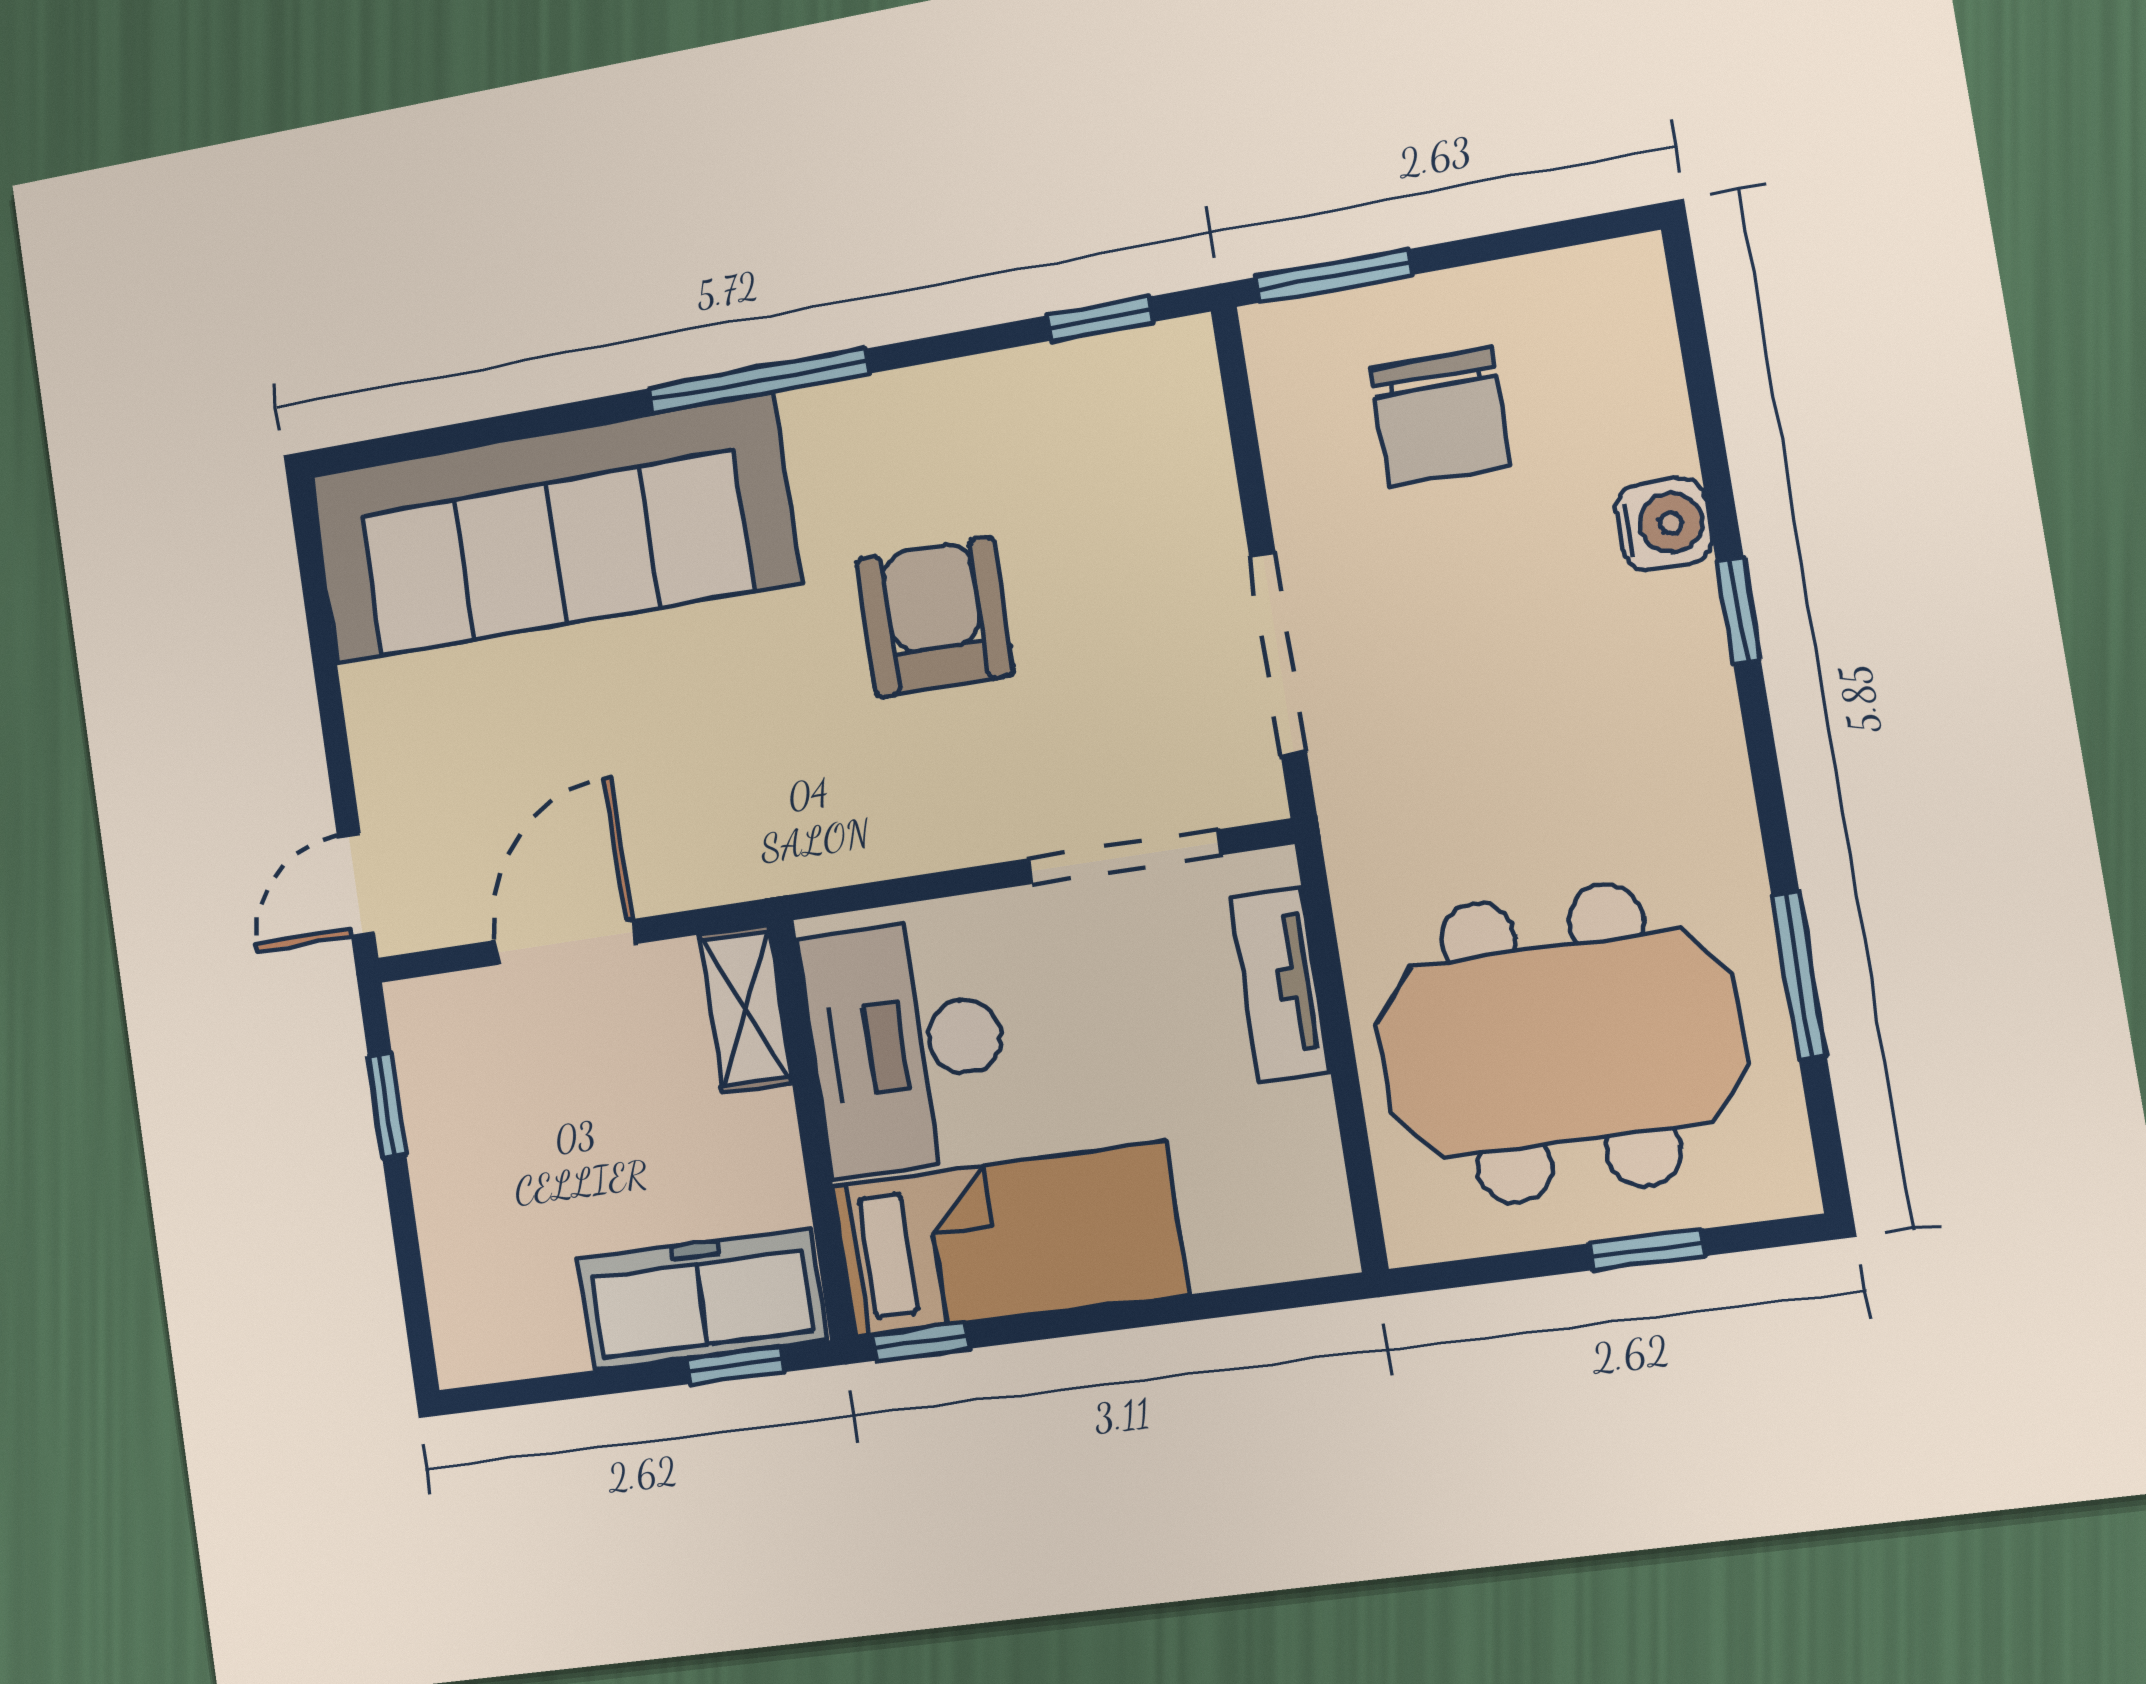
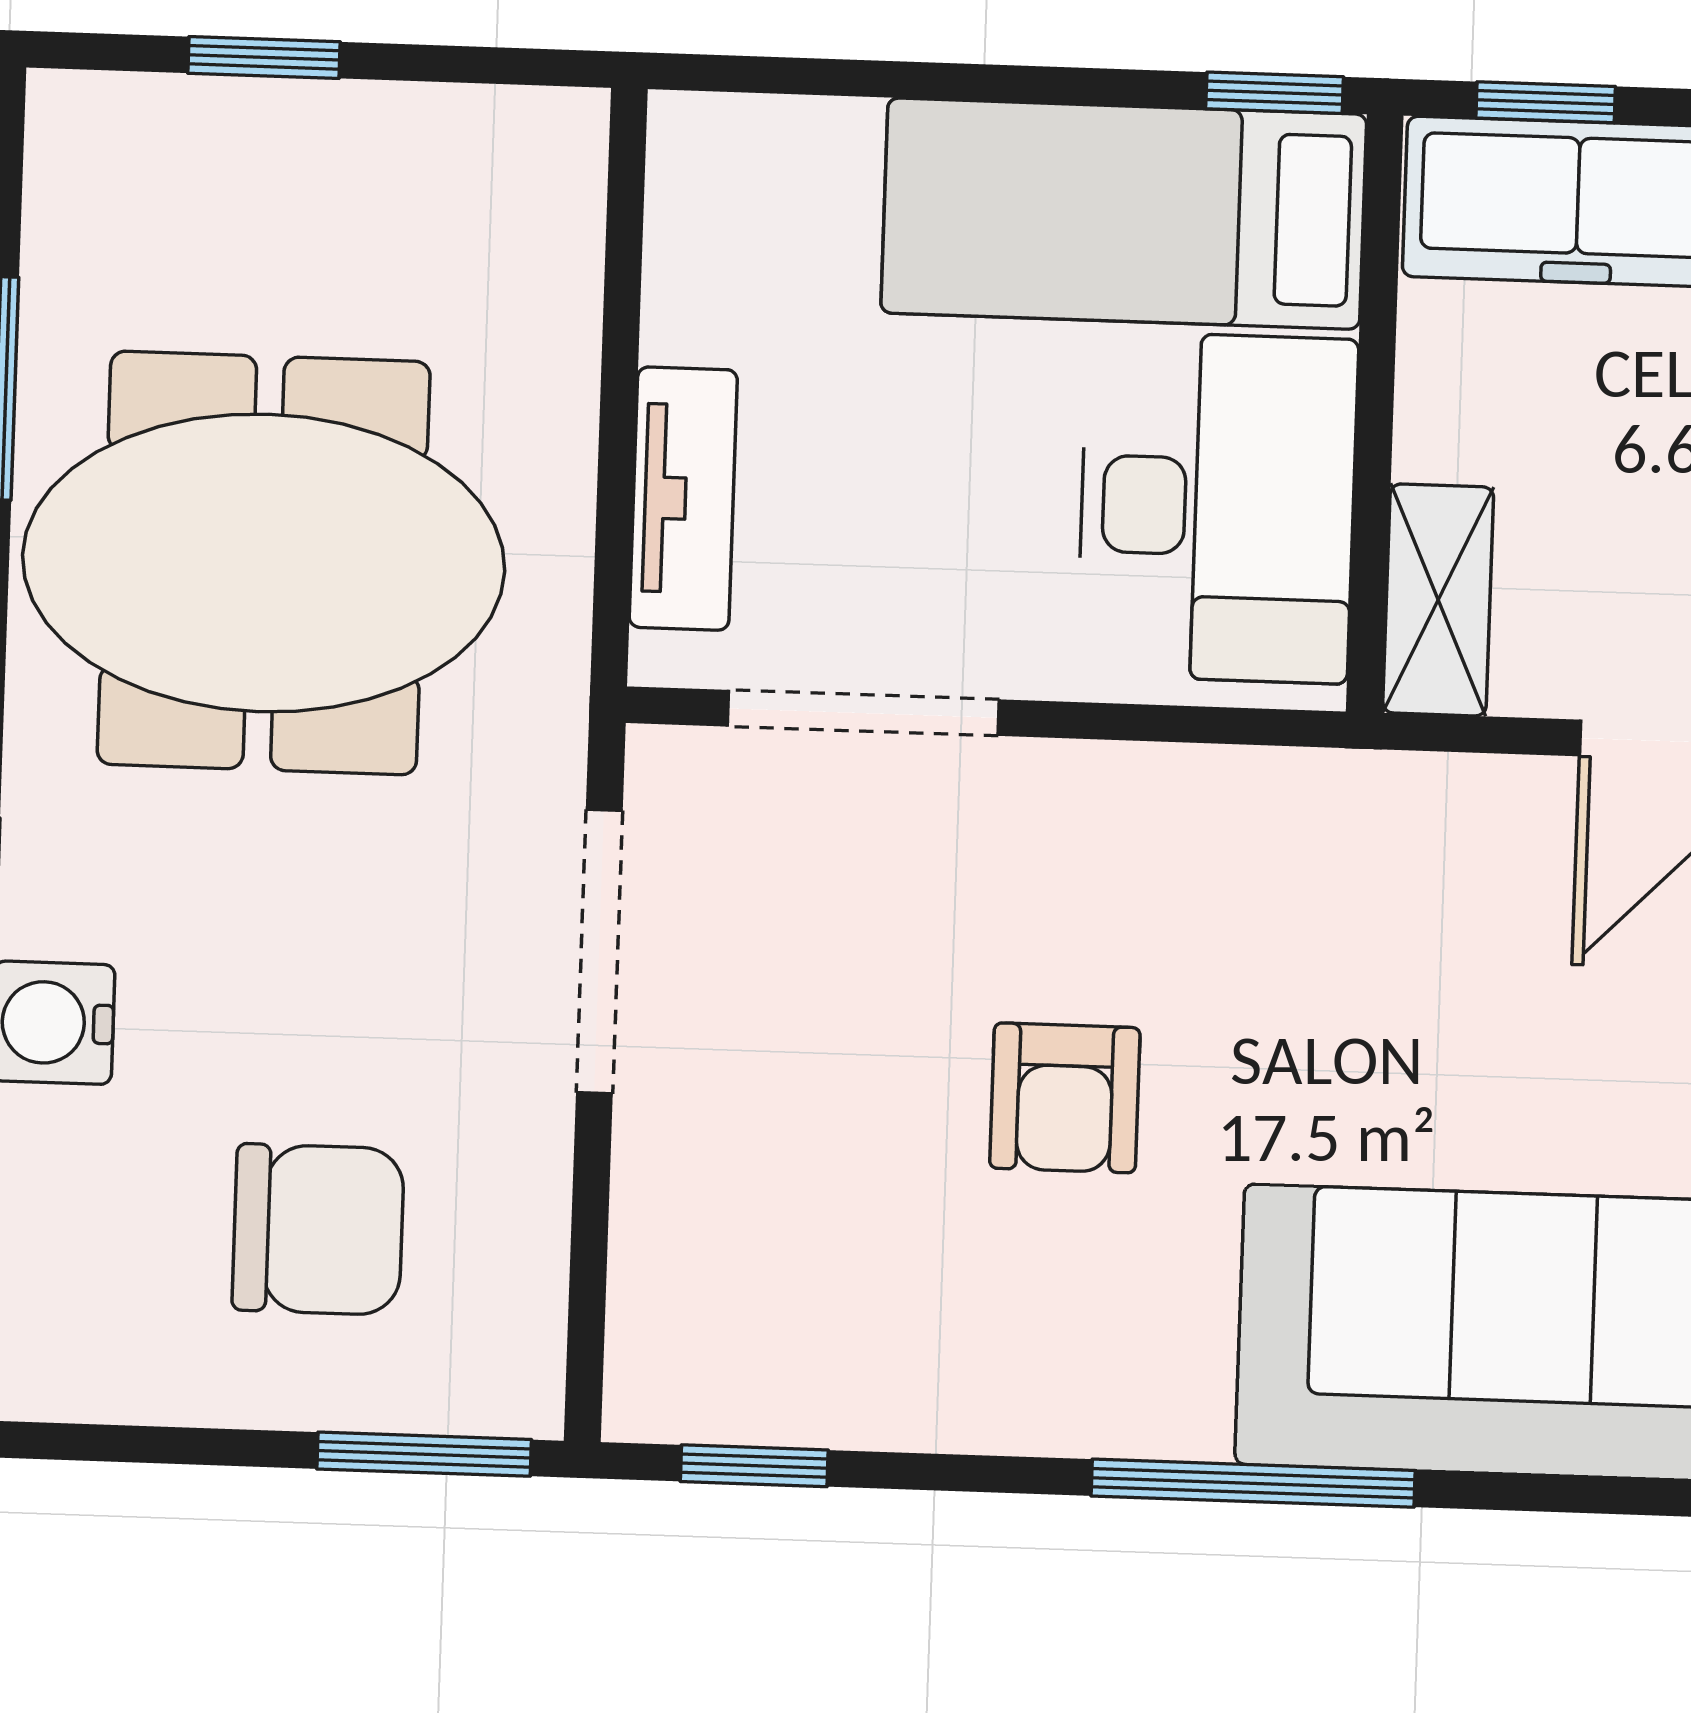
chair: (1441, 417) -> (318, 1229), turned 90
armchair: (935, 617) -> (1065, 1098), width x0.72, depth x0.72
meeting table: (1560, 1044) -> (264, 563), moved

